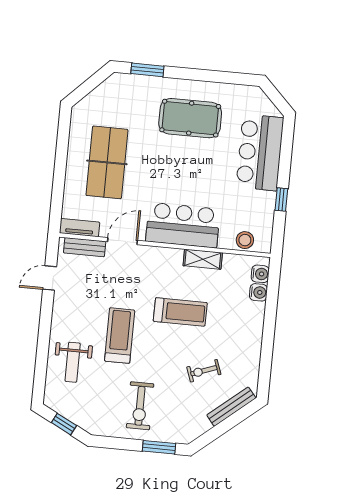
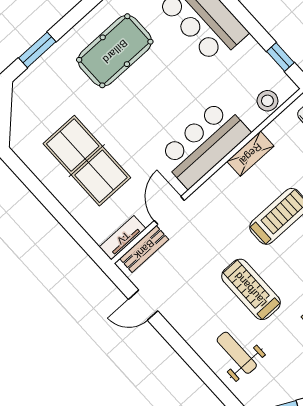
window: (281, 200) -> (280, 57), moved
door: (50, 278) -> (143, 305), hinge flipped
weight bench: (73, 362) -> (237, 353), turned 180

